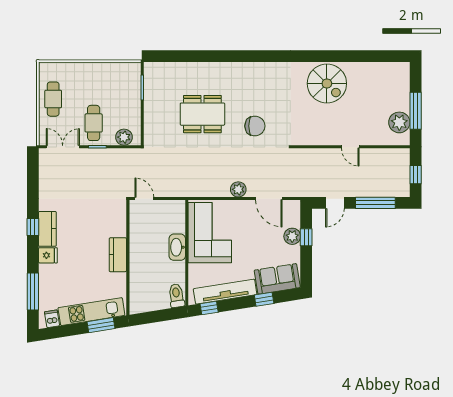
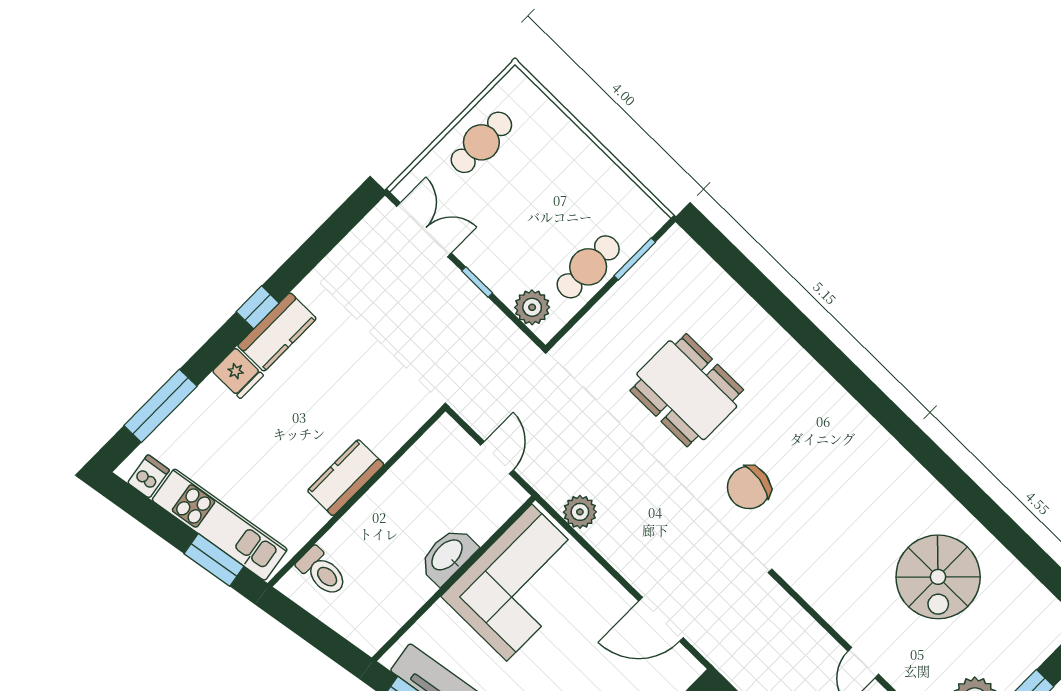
spiral stairs: (327, 84) -> (938, 577), moved
cafe table: (94, 123) -> (588, 267), moved
chair: (255, 126) -> (749, 487), turned 100
plant: (238, 189) -> (580, 512), moved
door: (144, 199) -> (497, 458), moved
door: (269, 199) -> (661, 619), hinge flipped
toilet: (176, 296) -> (322, 572), moved, turned 99

